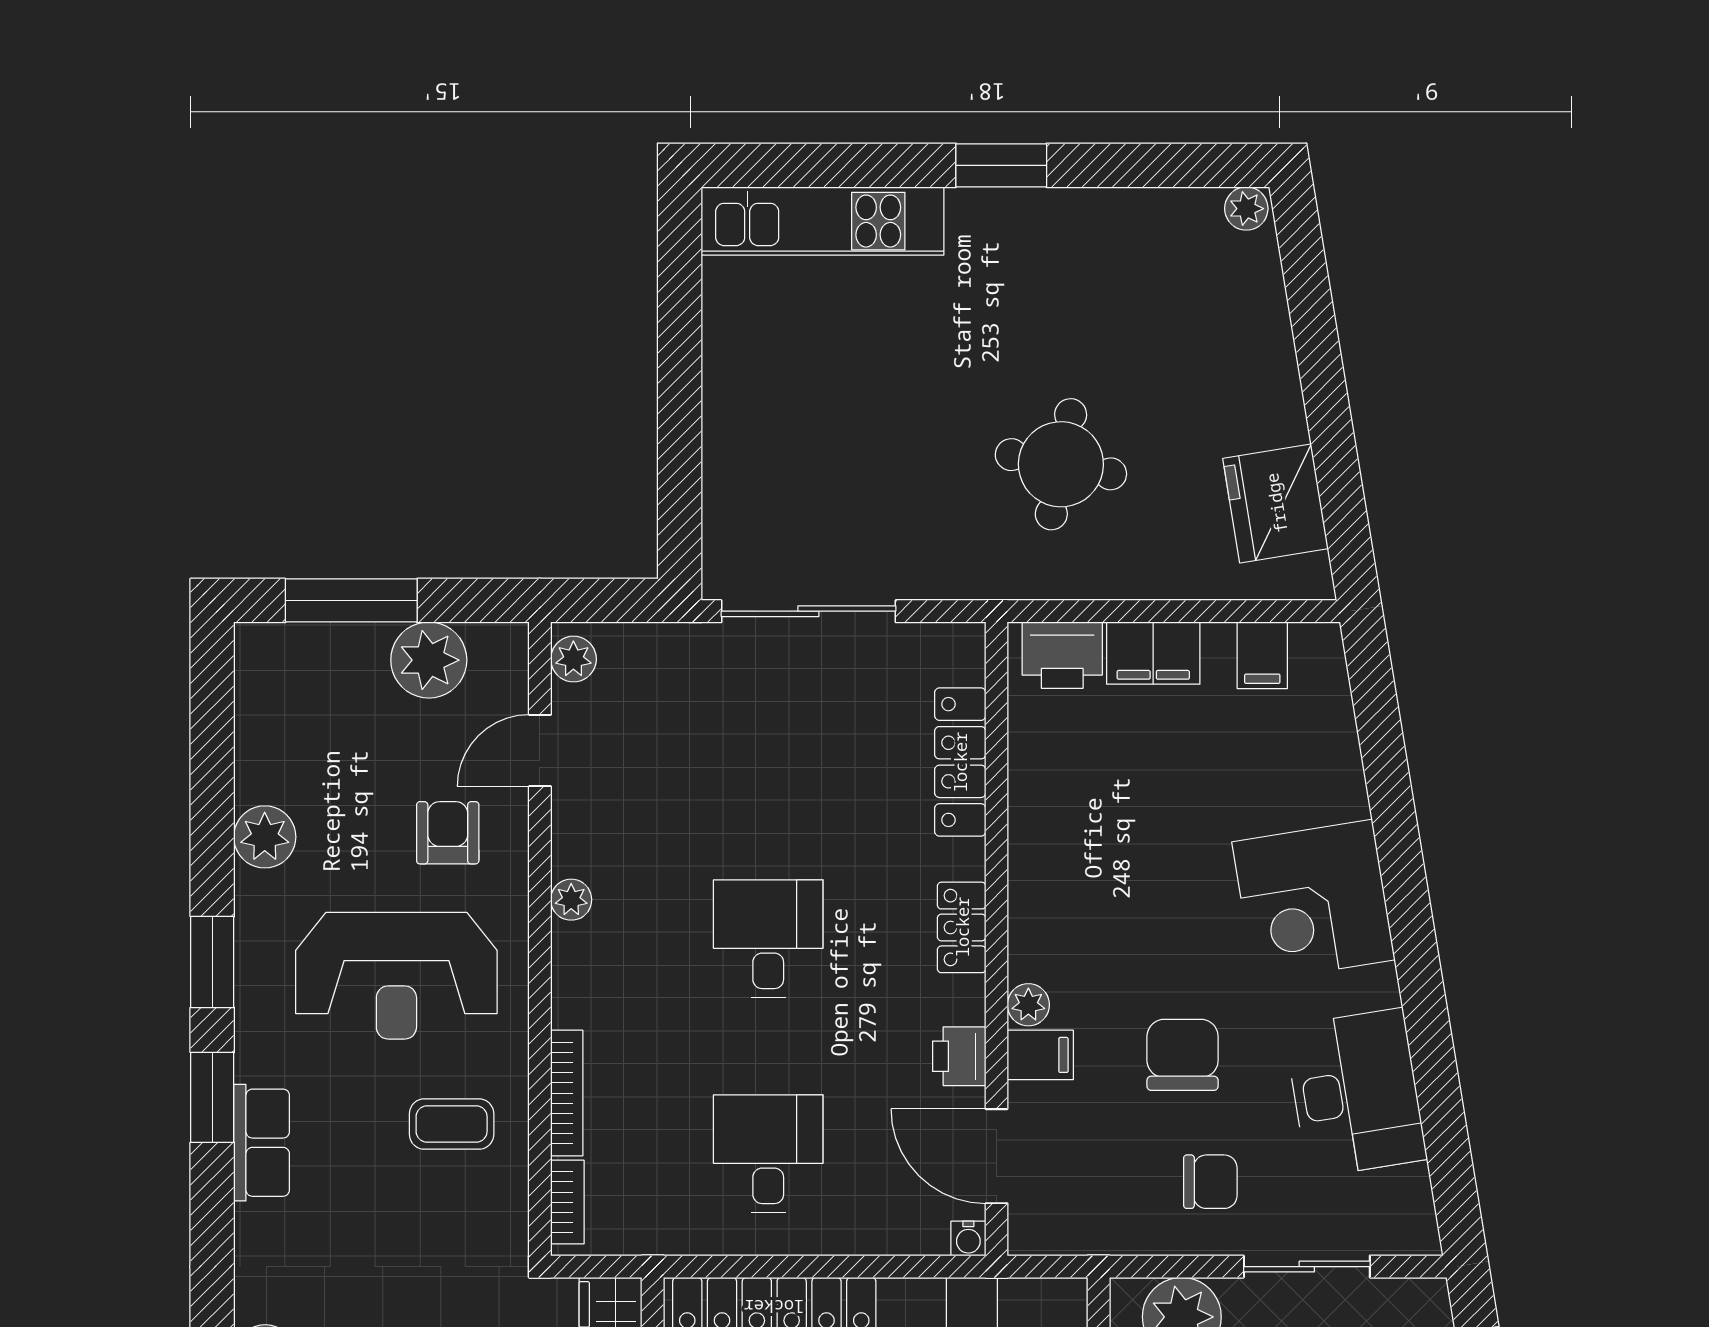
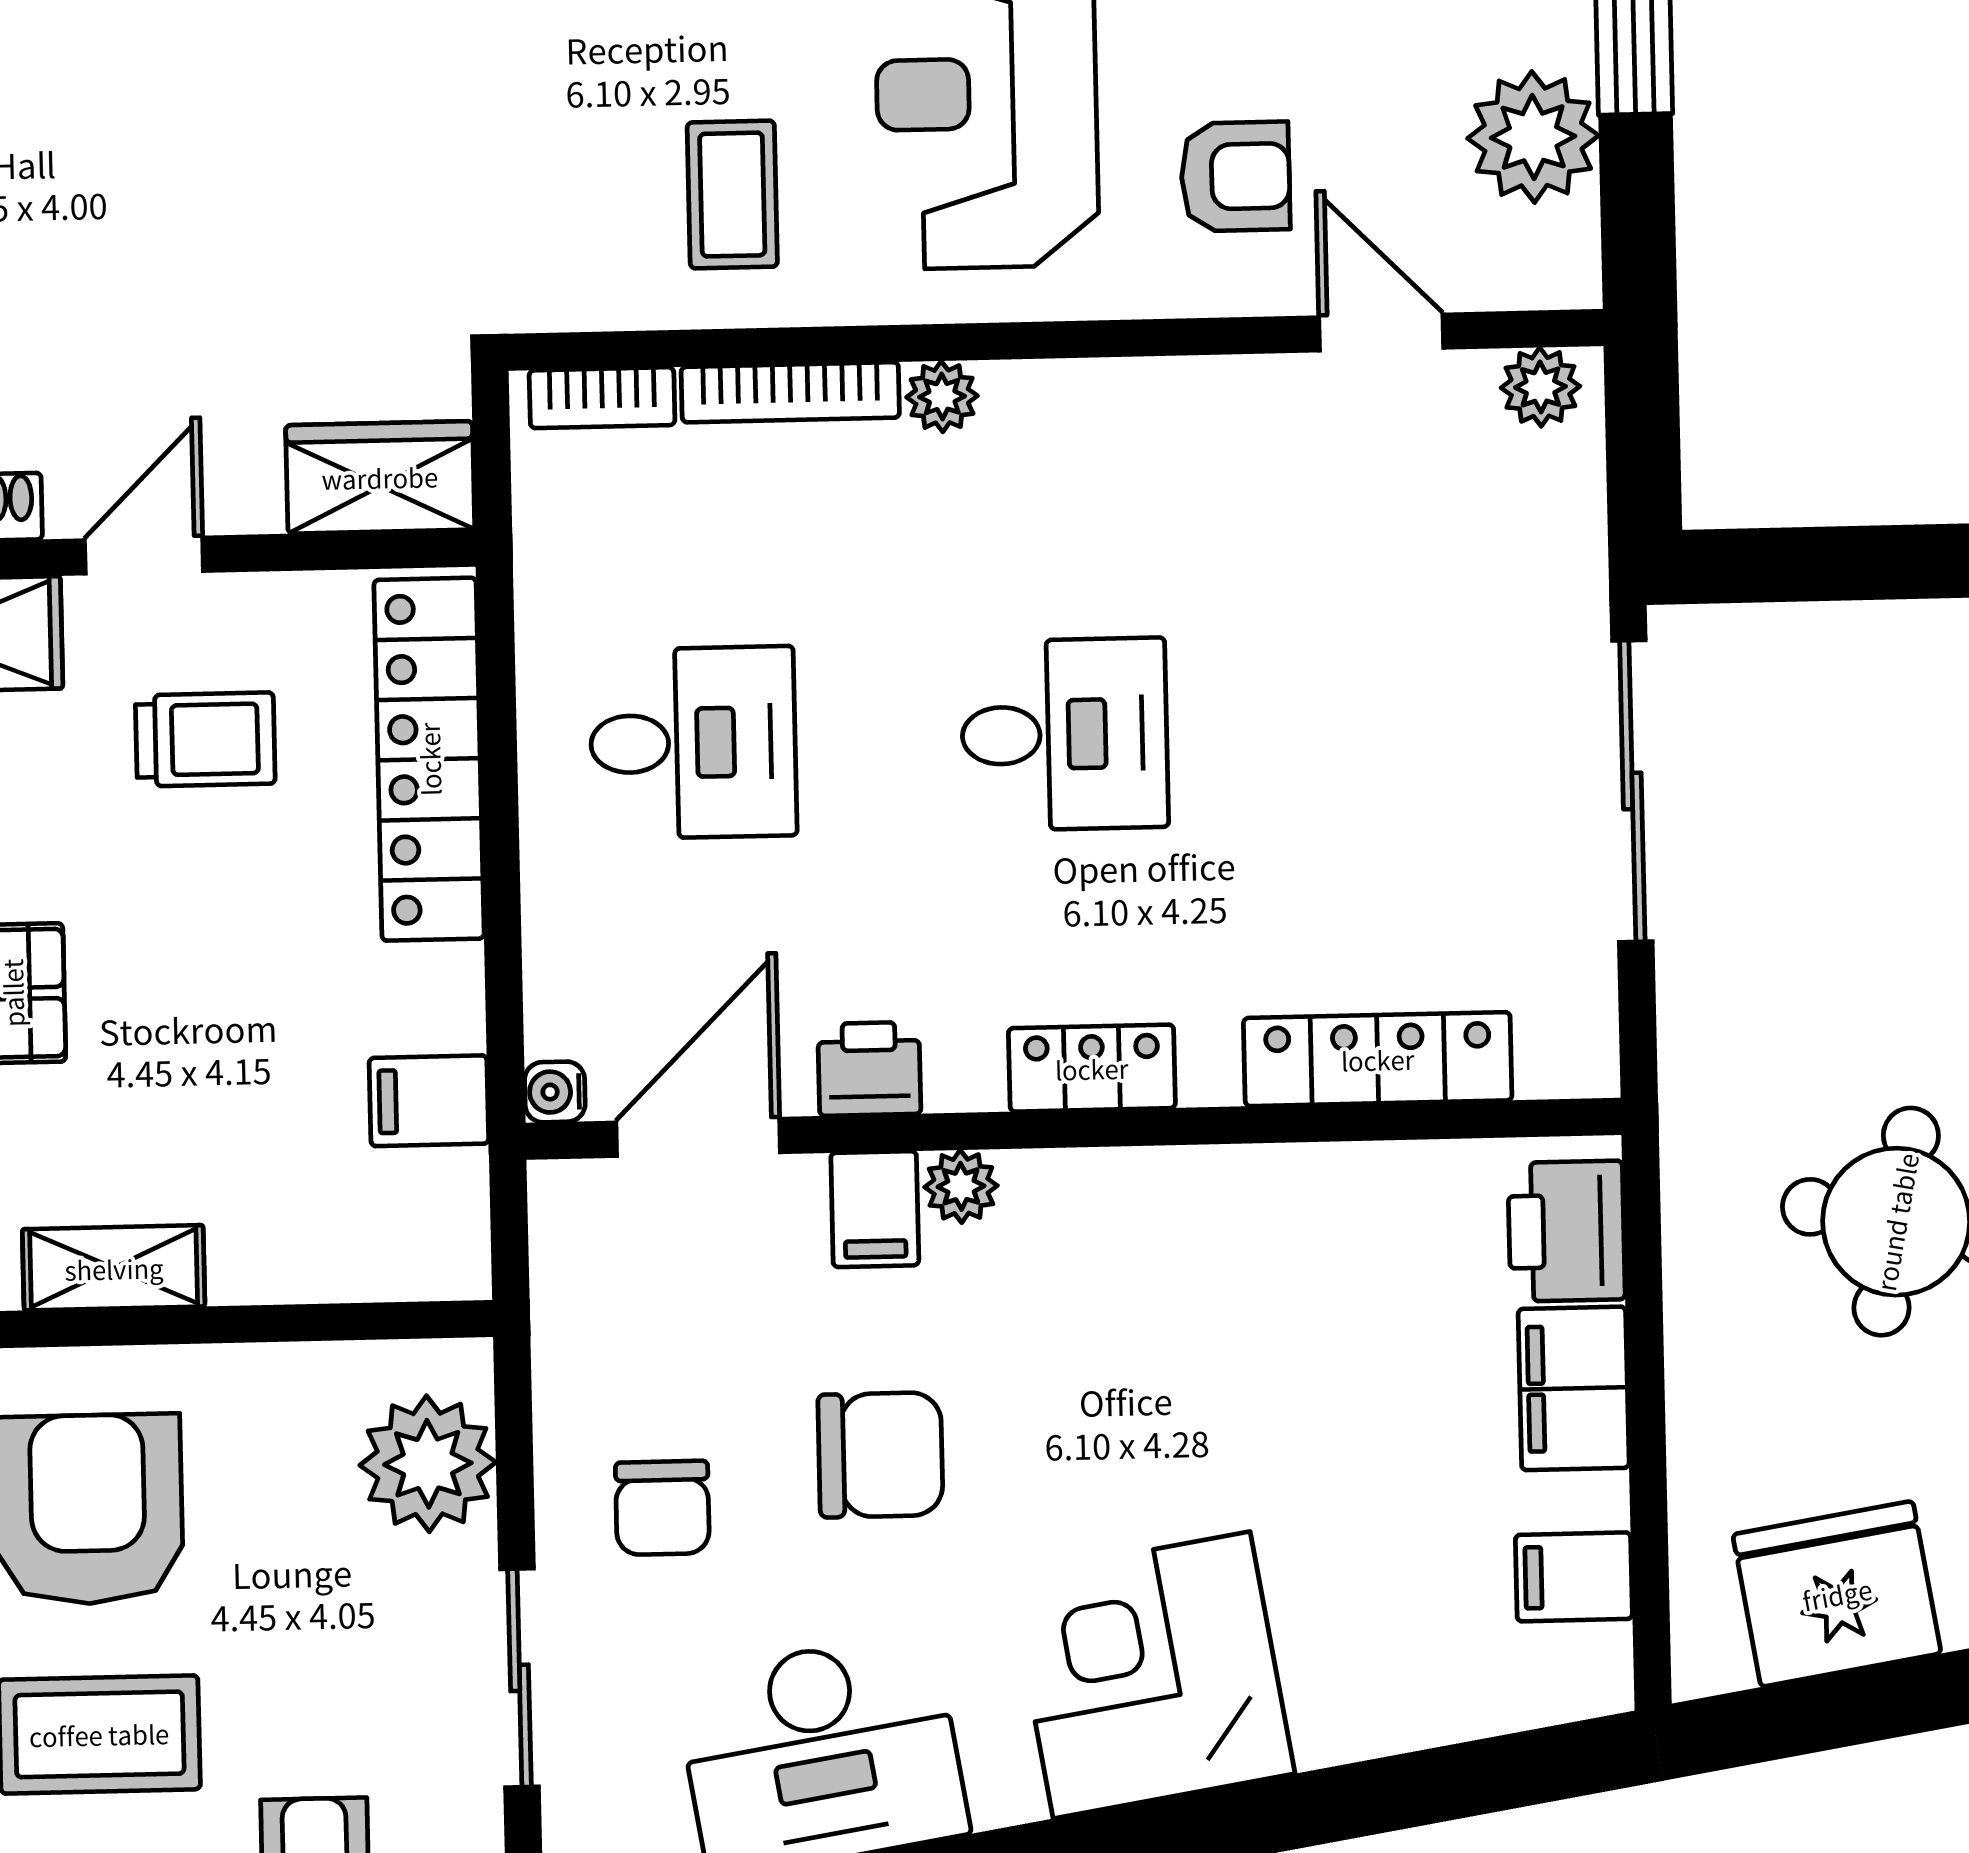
plant: (571, 900) -> (942, 397), moved

